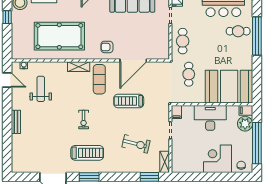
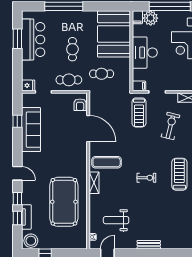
cafe table: (238, 31) -> (72, 49), moved
armchair: (107, 47) -> (80, 105), moved
treadmill: (129, 101) -> (139, 112), moved

